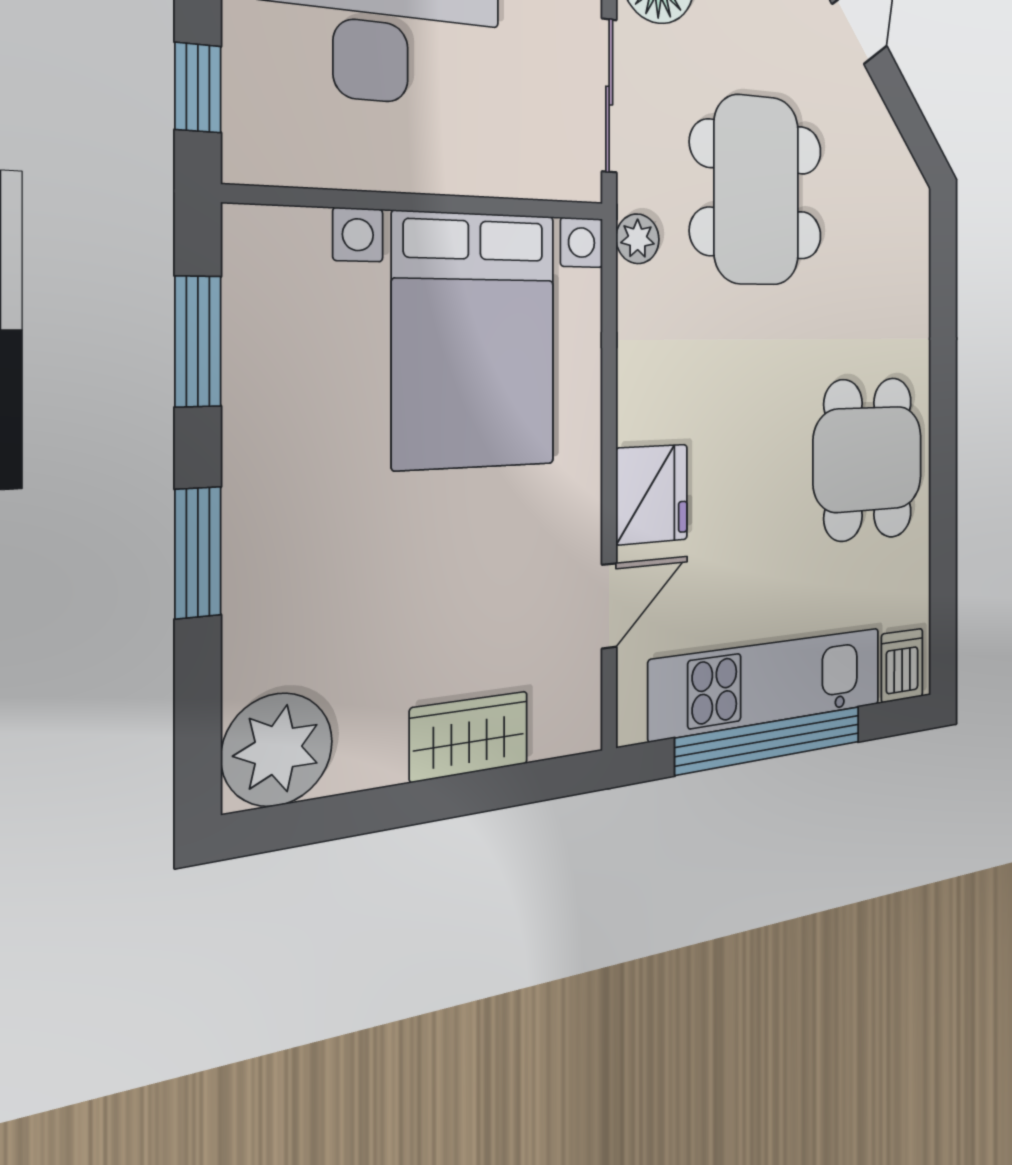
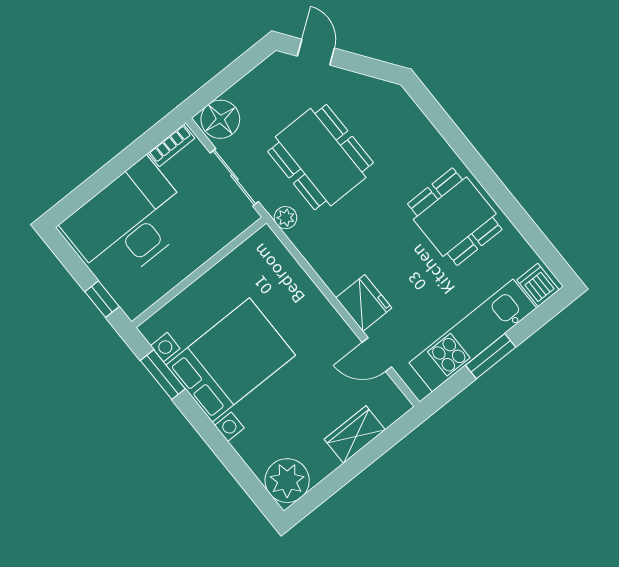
bed with nightstands: (474, 340) -> (231, 360), moved, turned -90
window: (198, 552) -> (213, 437), removed
door: (609, 606) -> (377, 355), swing flipped
window: (770, 740) -> (491, 356), width x0.47

